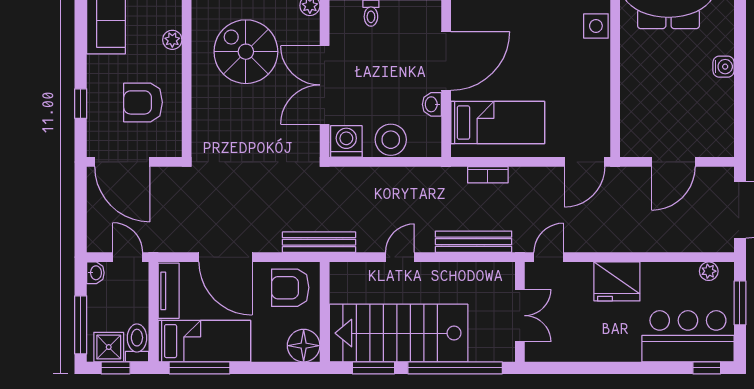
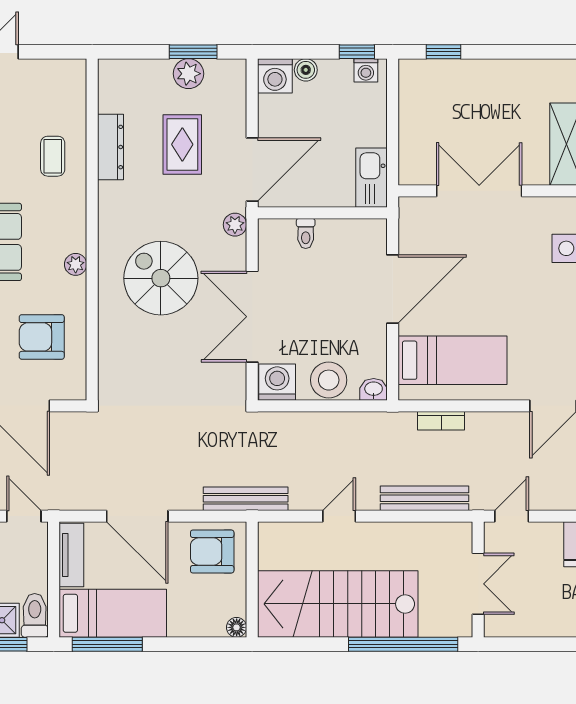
washbasin: (432, 104) -> (374, 389), moved, turned 90
floor lamp: (304, 346) -> (237, 627), width x0.53, depth x0.53
window: (373, 368) -> (309, 644), removed

